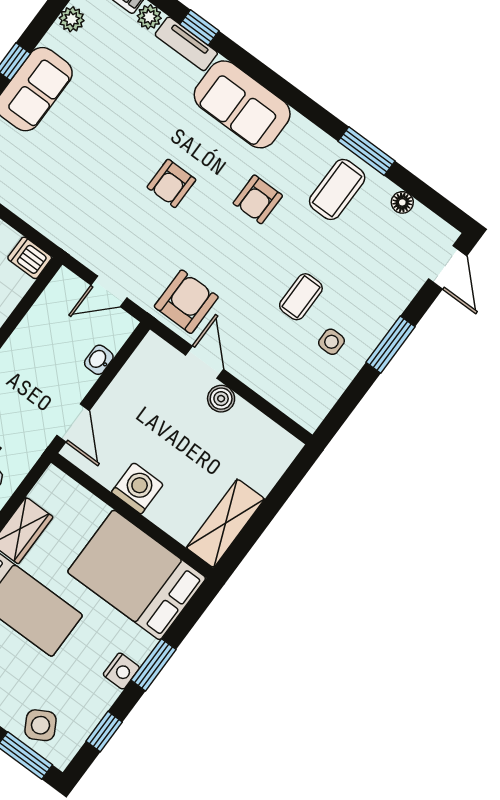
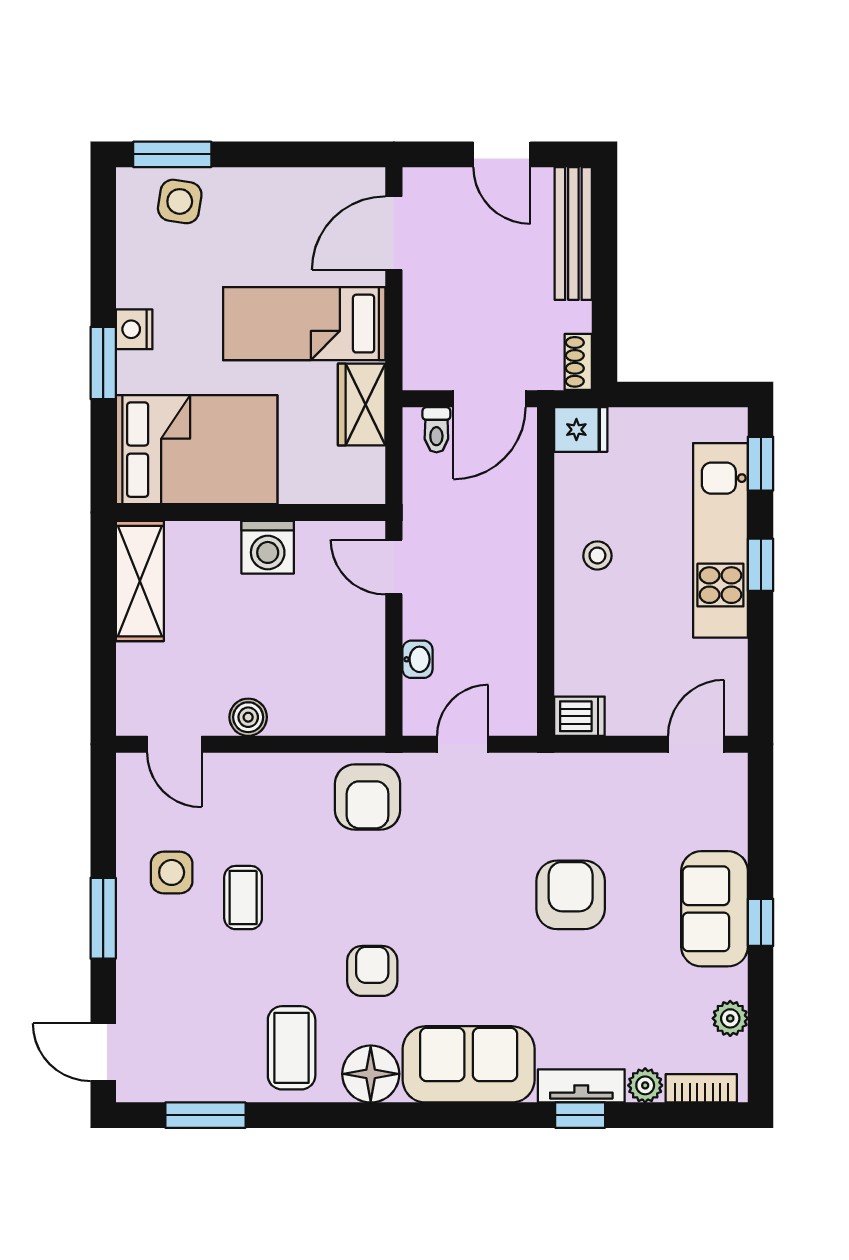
window: (366, 151) -> (205, 1115), moved
armchair: (171, 183) -> (571, 895), moved, width x1.38, depth x1.38
floor lamp: (402, 202) -> (371, 1074), moved, width x1.89, depth x1.89
side table: (331, 342) -> (172, 872), width x1.37, depth x1.37
door: (205, 362) -> (174, 744), moved
side table: (40, 725) -> (180, 201), turned 38
window: (104, 732) -> (103, 247), removed

